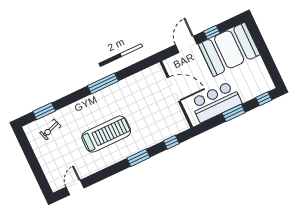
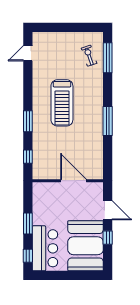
door: (174, 89) -> (73, 181), swing flipped
bar counter: (216, 102) -> (45, 248), moved
window: (44, 111) -> (108, 58), width x1.44
door: (75, 188) -> (28, 53), swing flipped

